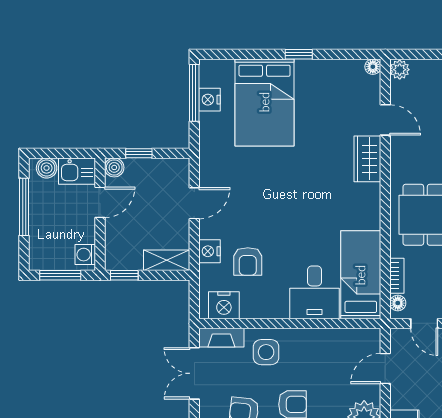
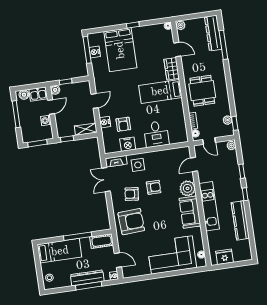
washing machine: (85, 255) -> (46, 120), moved
bed: (361, 275) -> (160, 91), moved, turned -90
nightstand: (224, 305) -> (128, 144), moved

